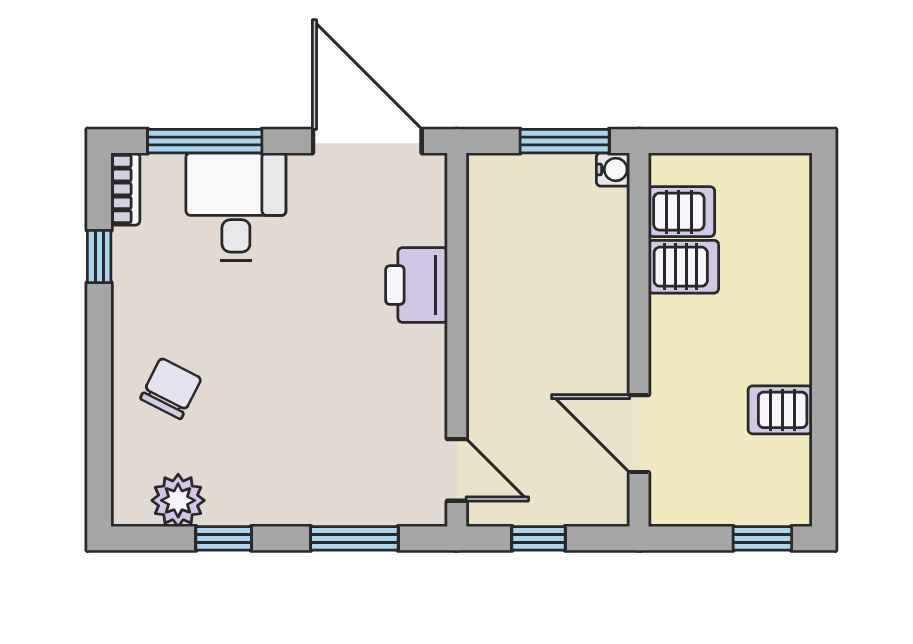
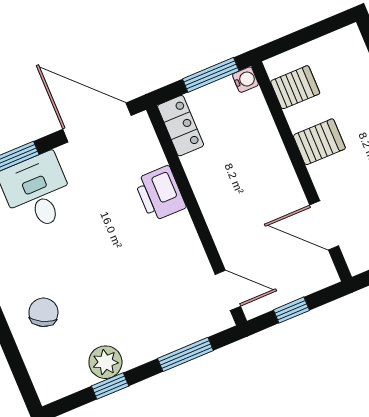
locker: (489, 197) -> (181, 126), added
server rack: (683, 267) -> (319, 142), moved
plant: (178, 500) -> (105, 362), moved

